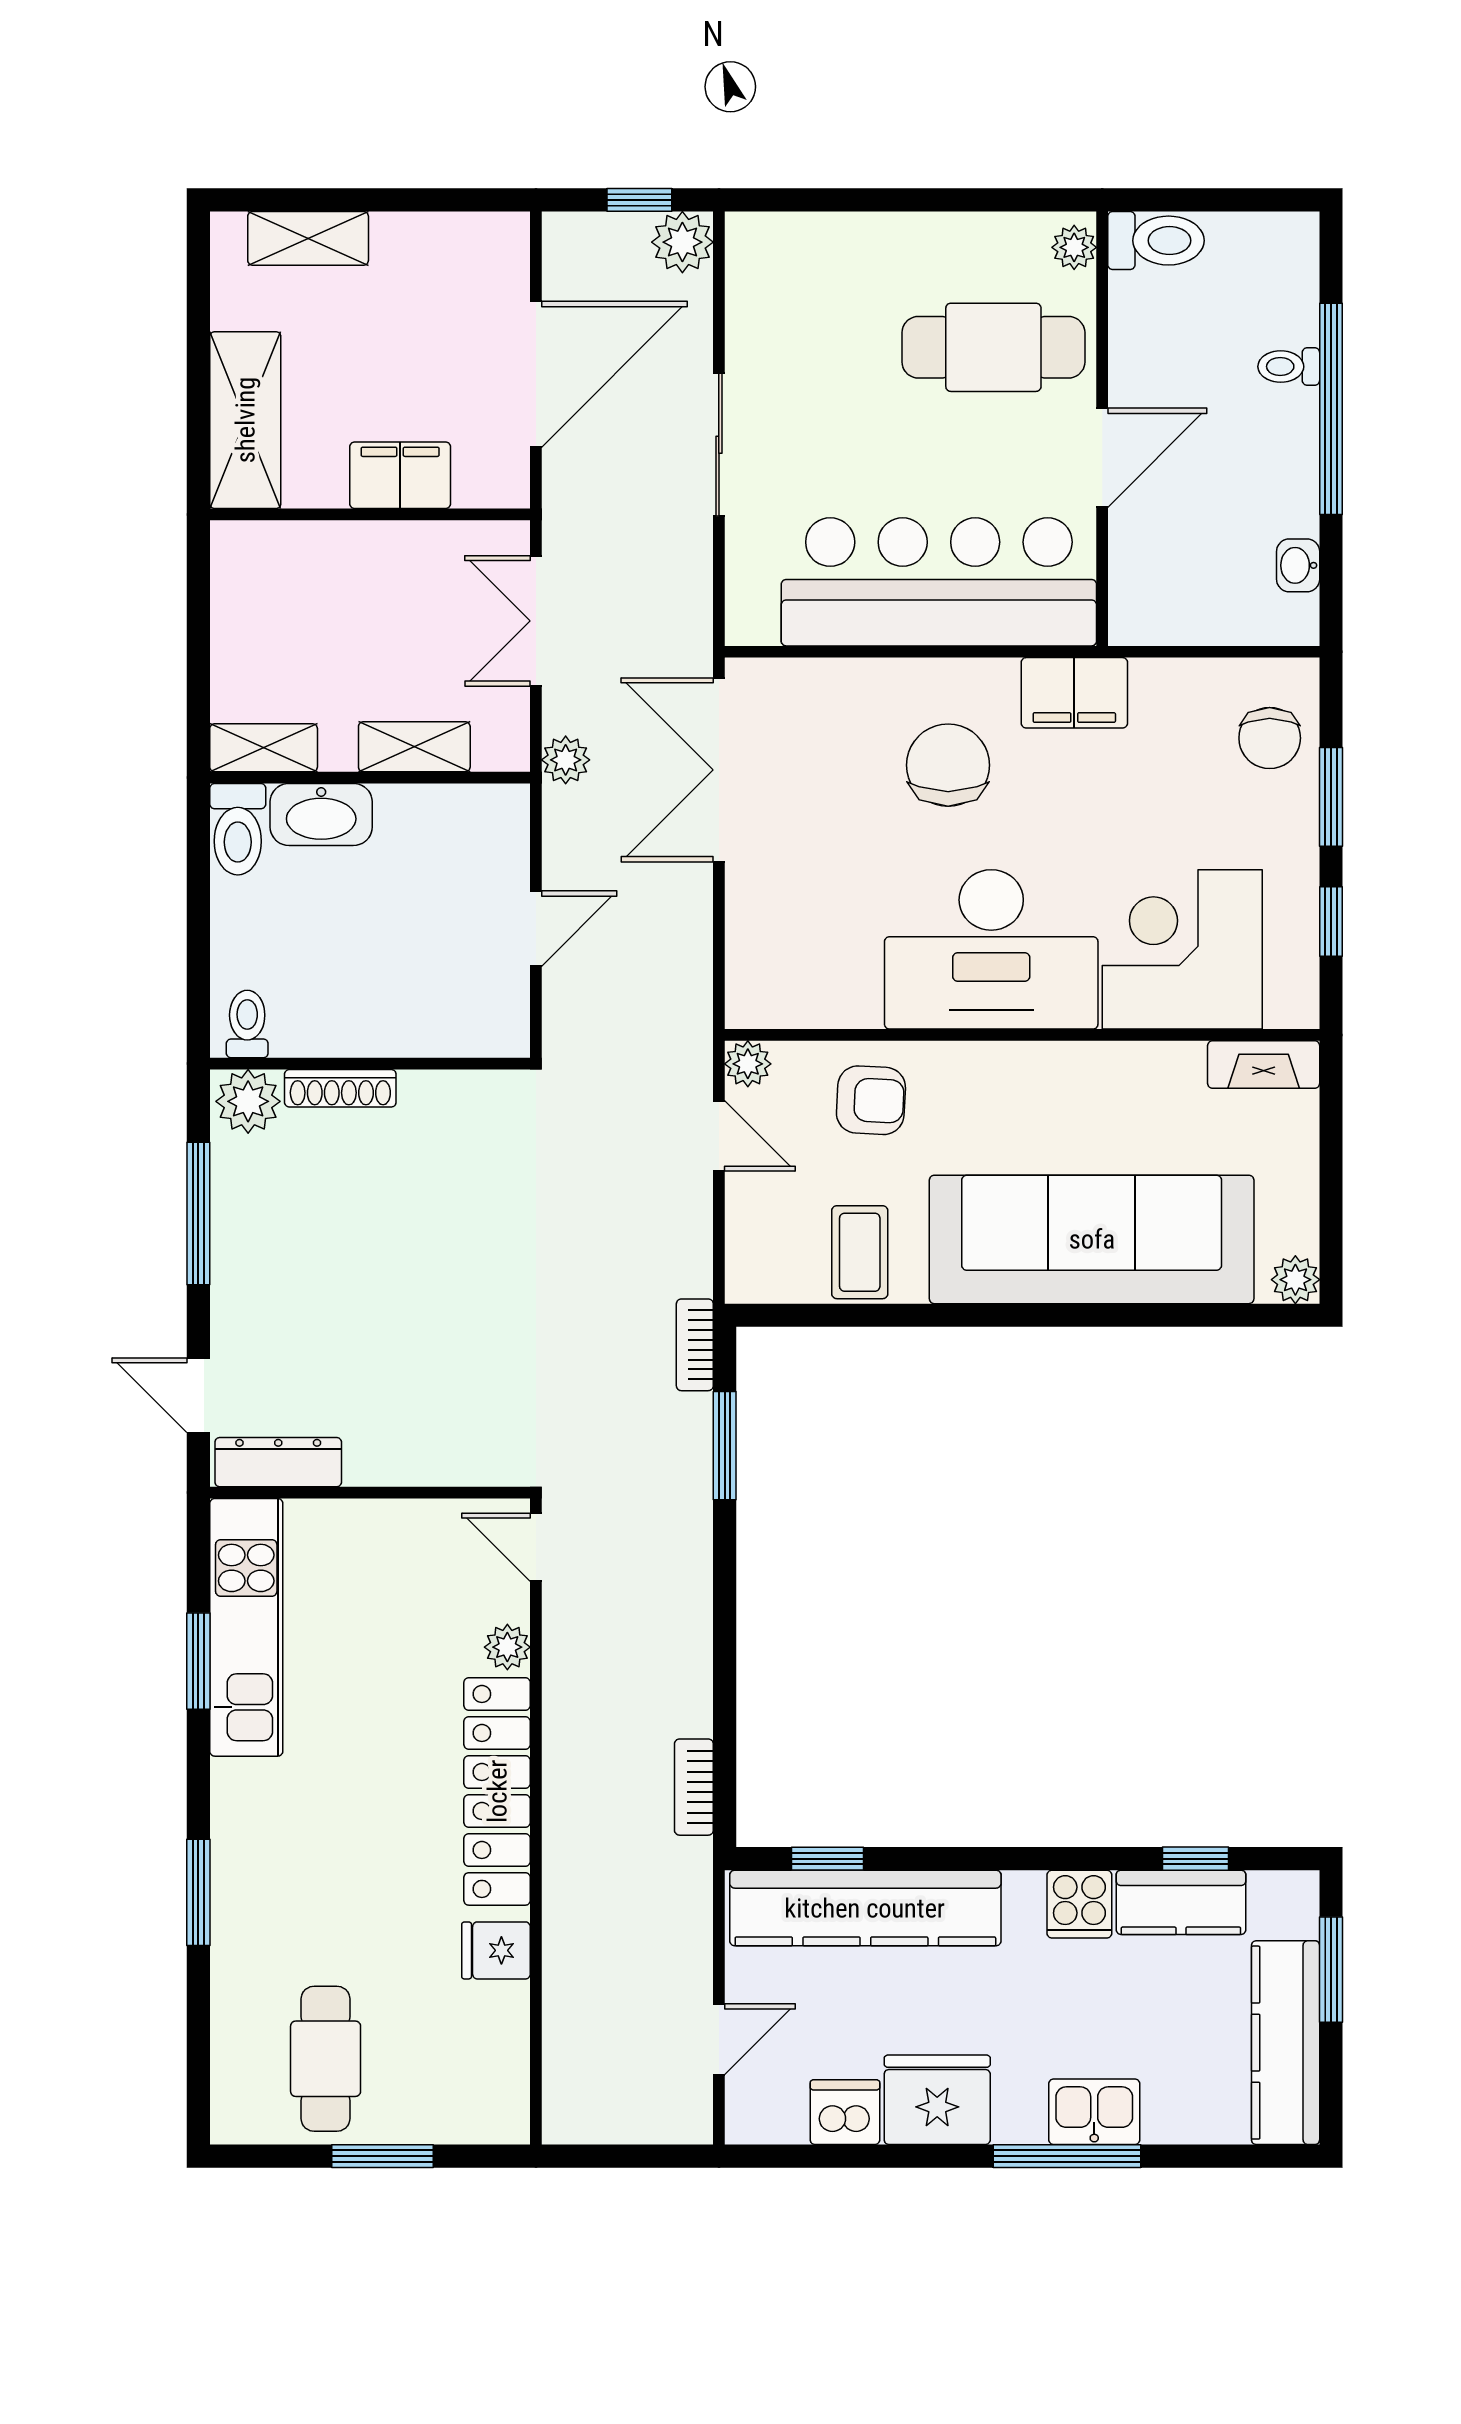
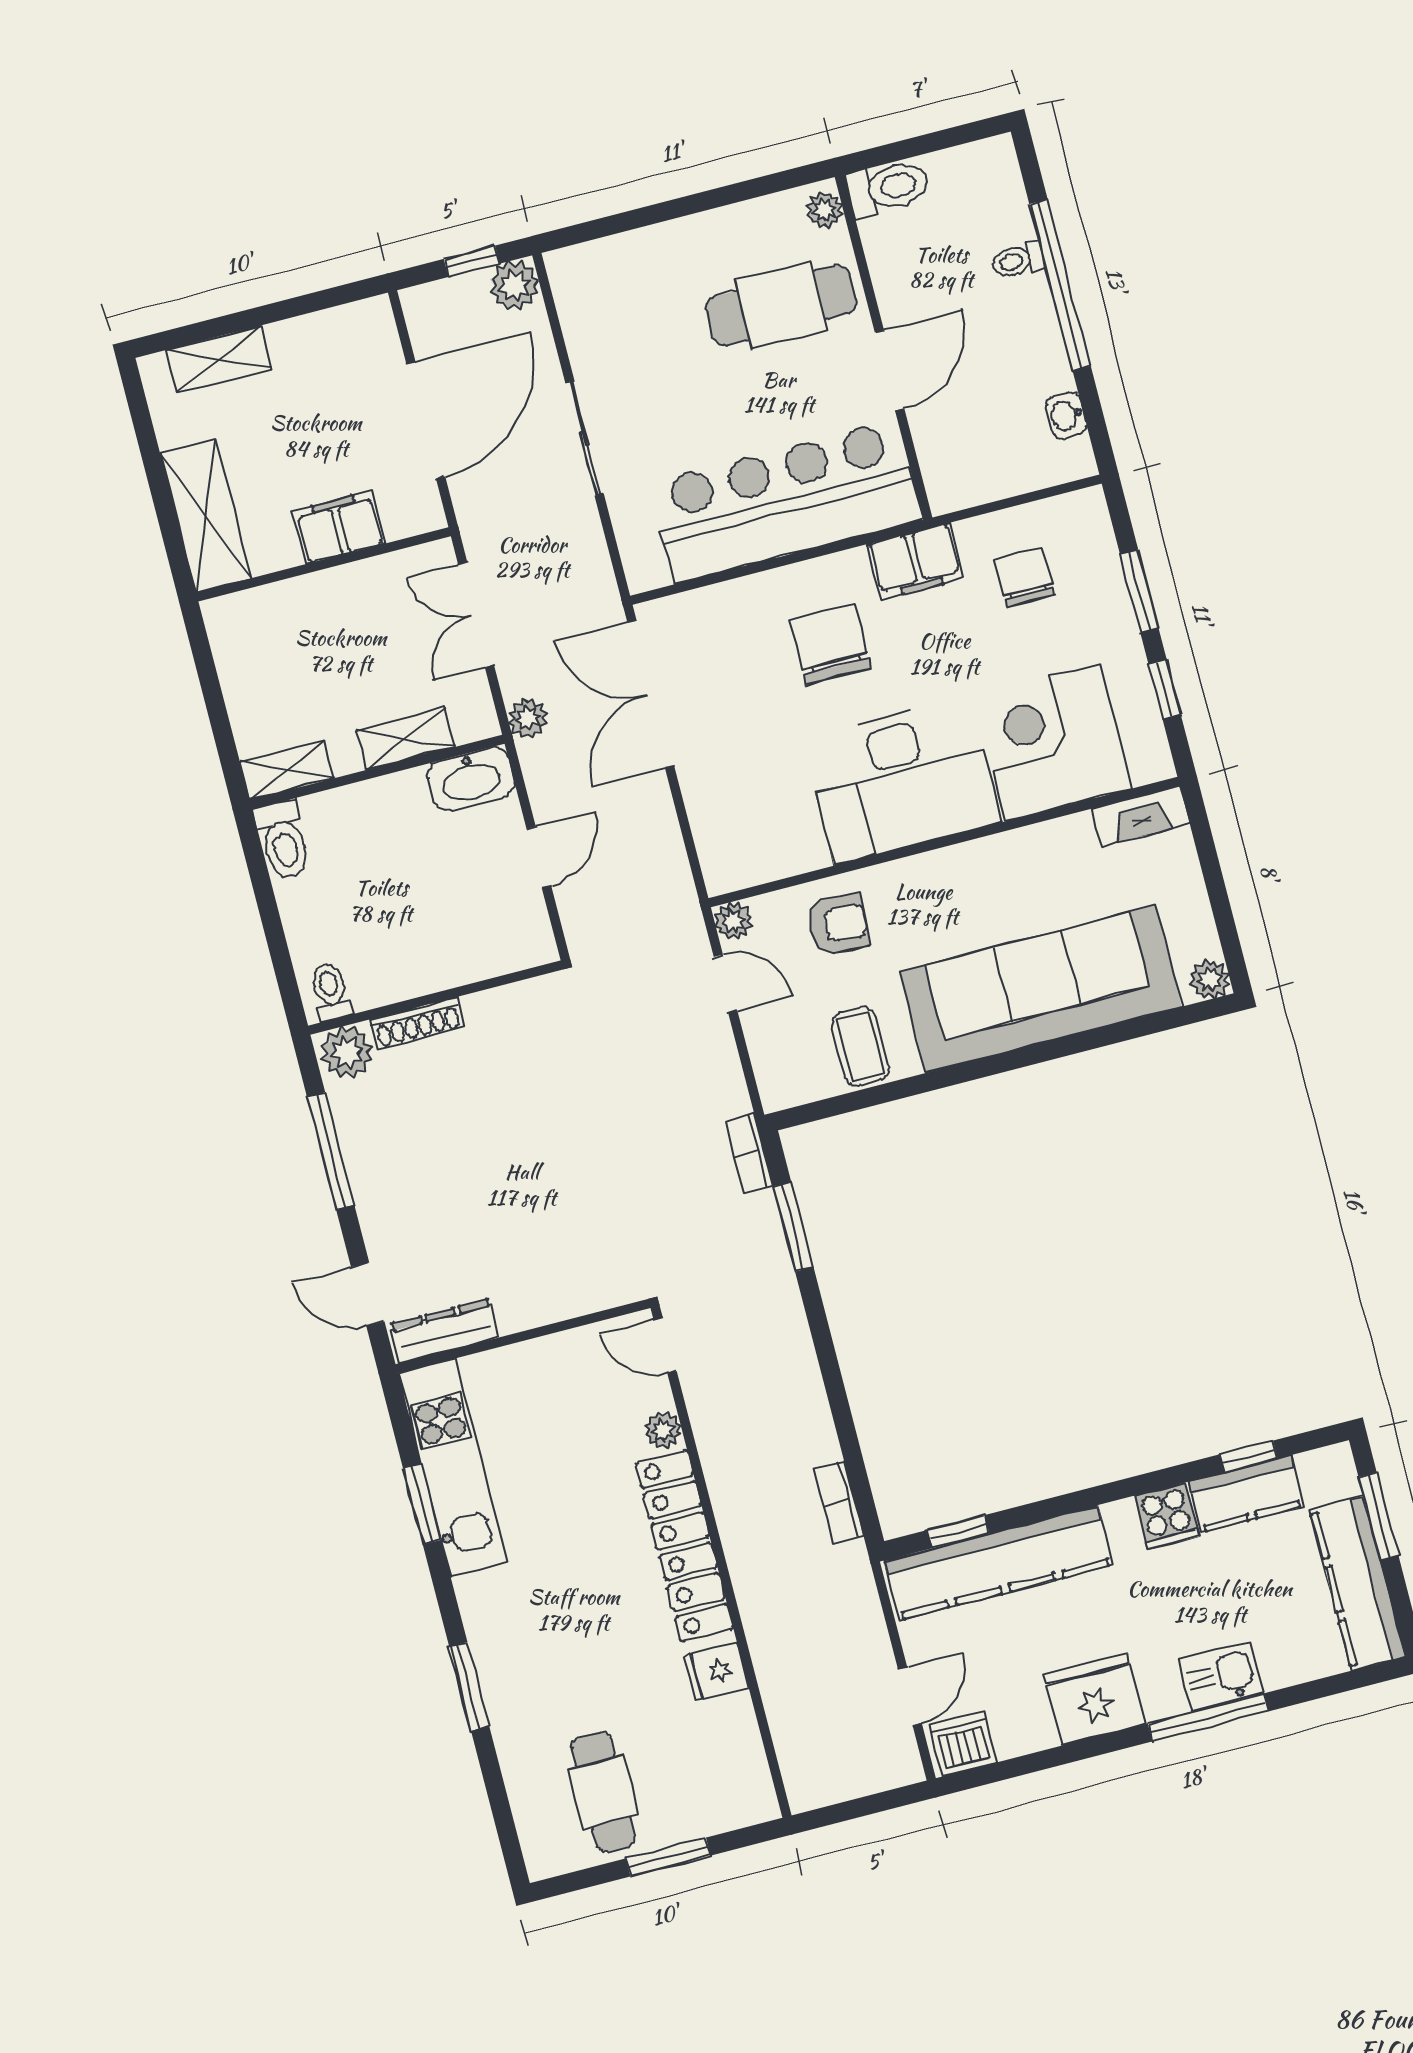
chair: (1270, 738) -> (1024, 577), moved, turned 180
washbasin: (321, 814) -> (471, 779), moved
dishwasher: (845, 2112) -> (963, 1744), moved

